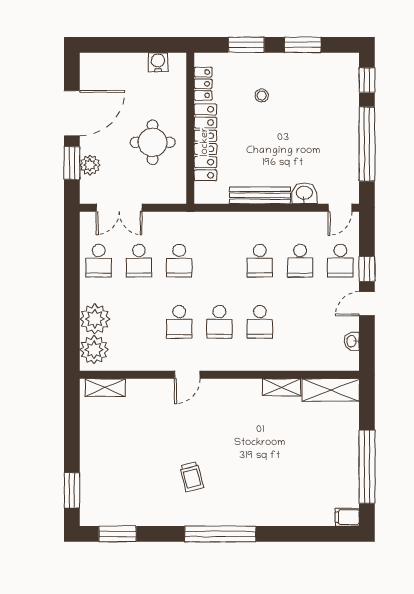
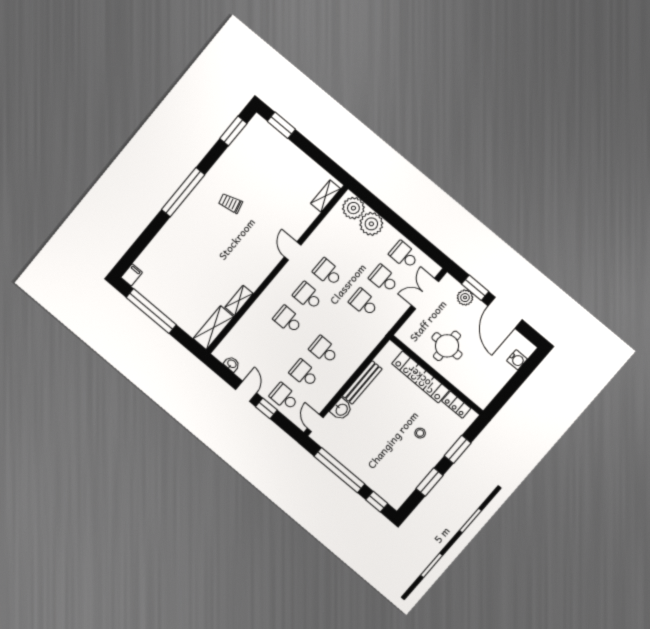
water cooler: (158, 62) -> (517, 360), moved

